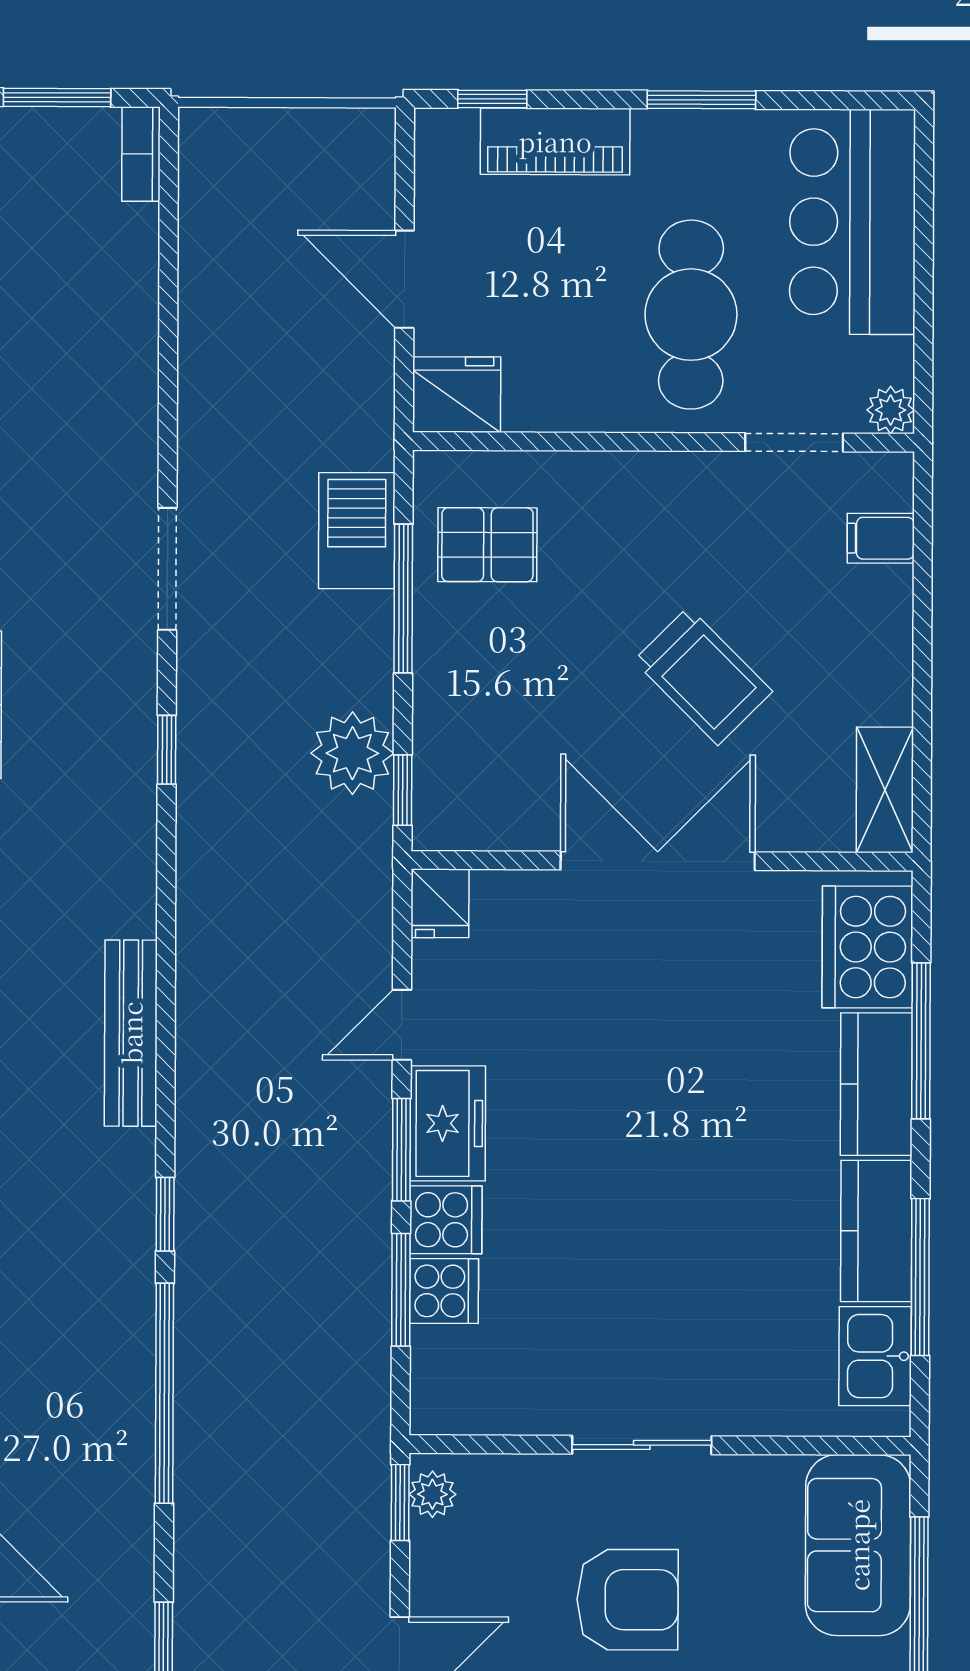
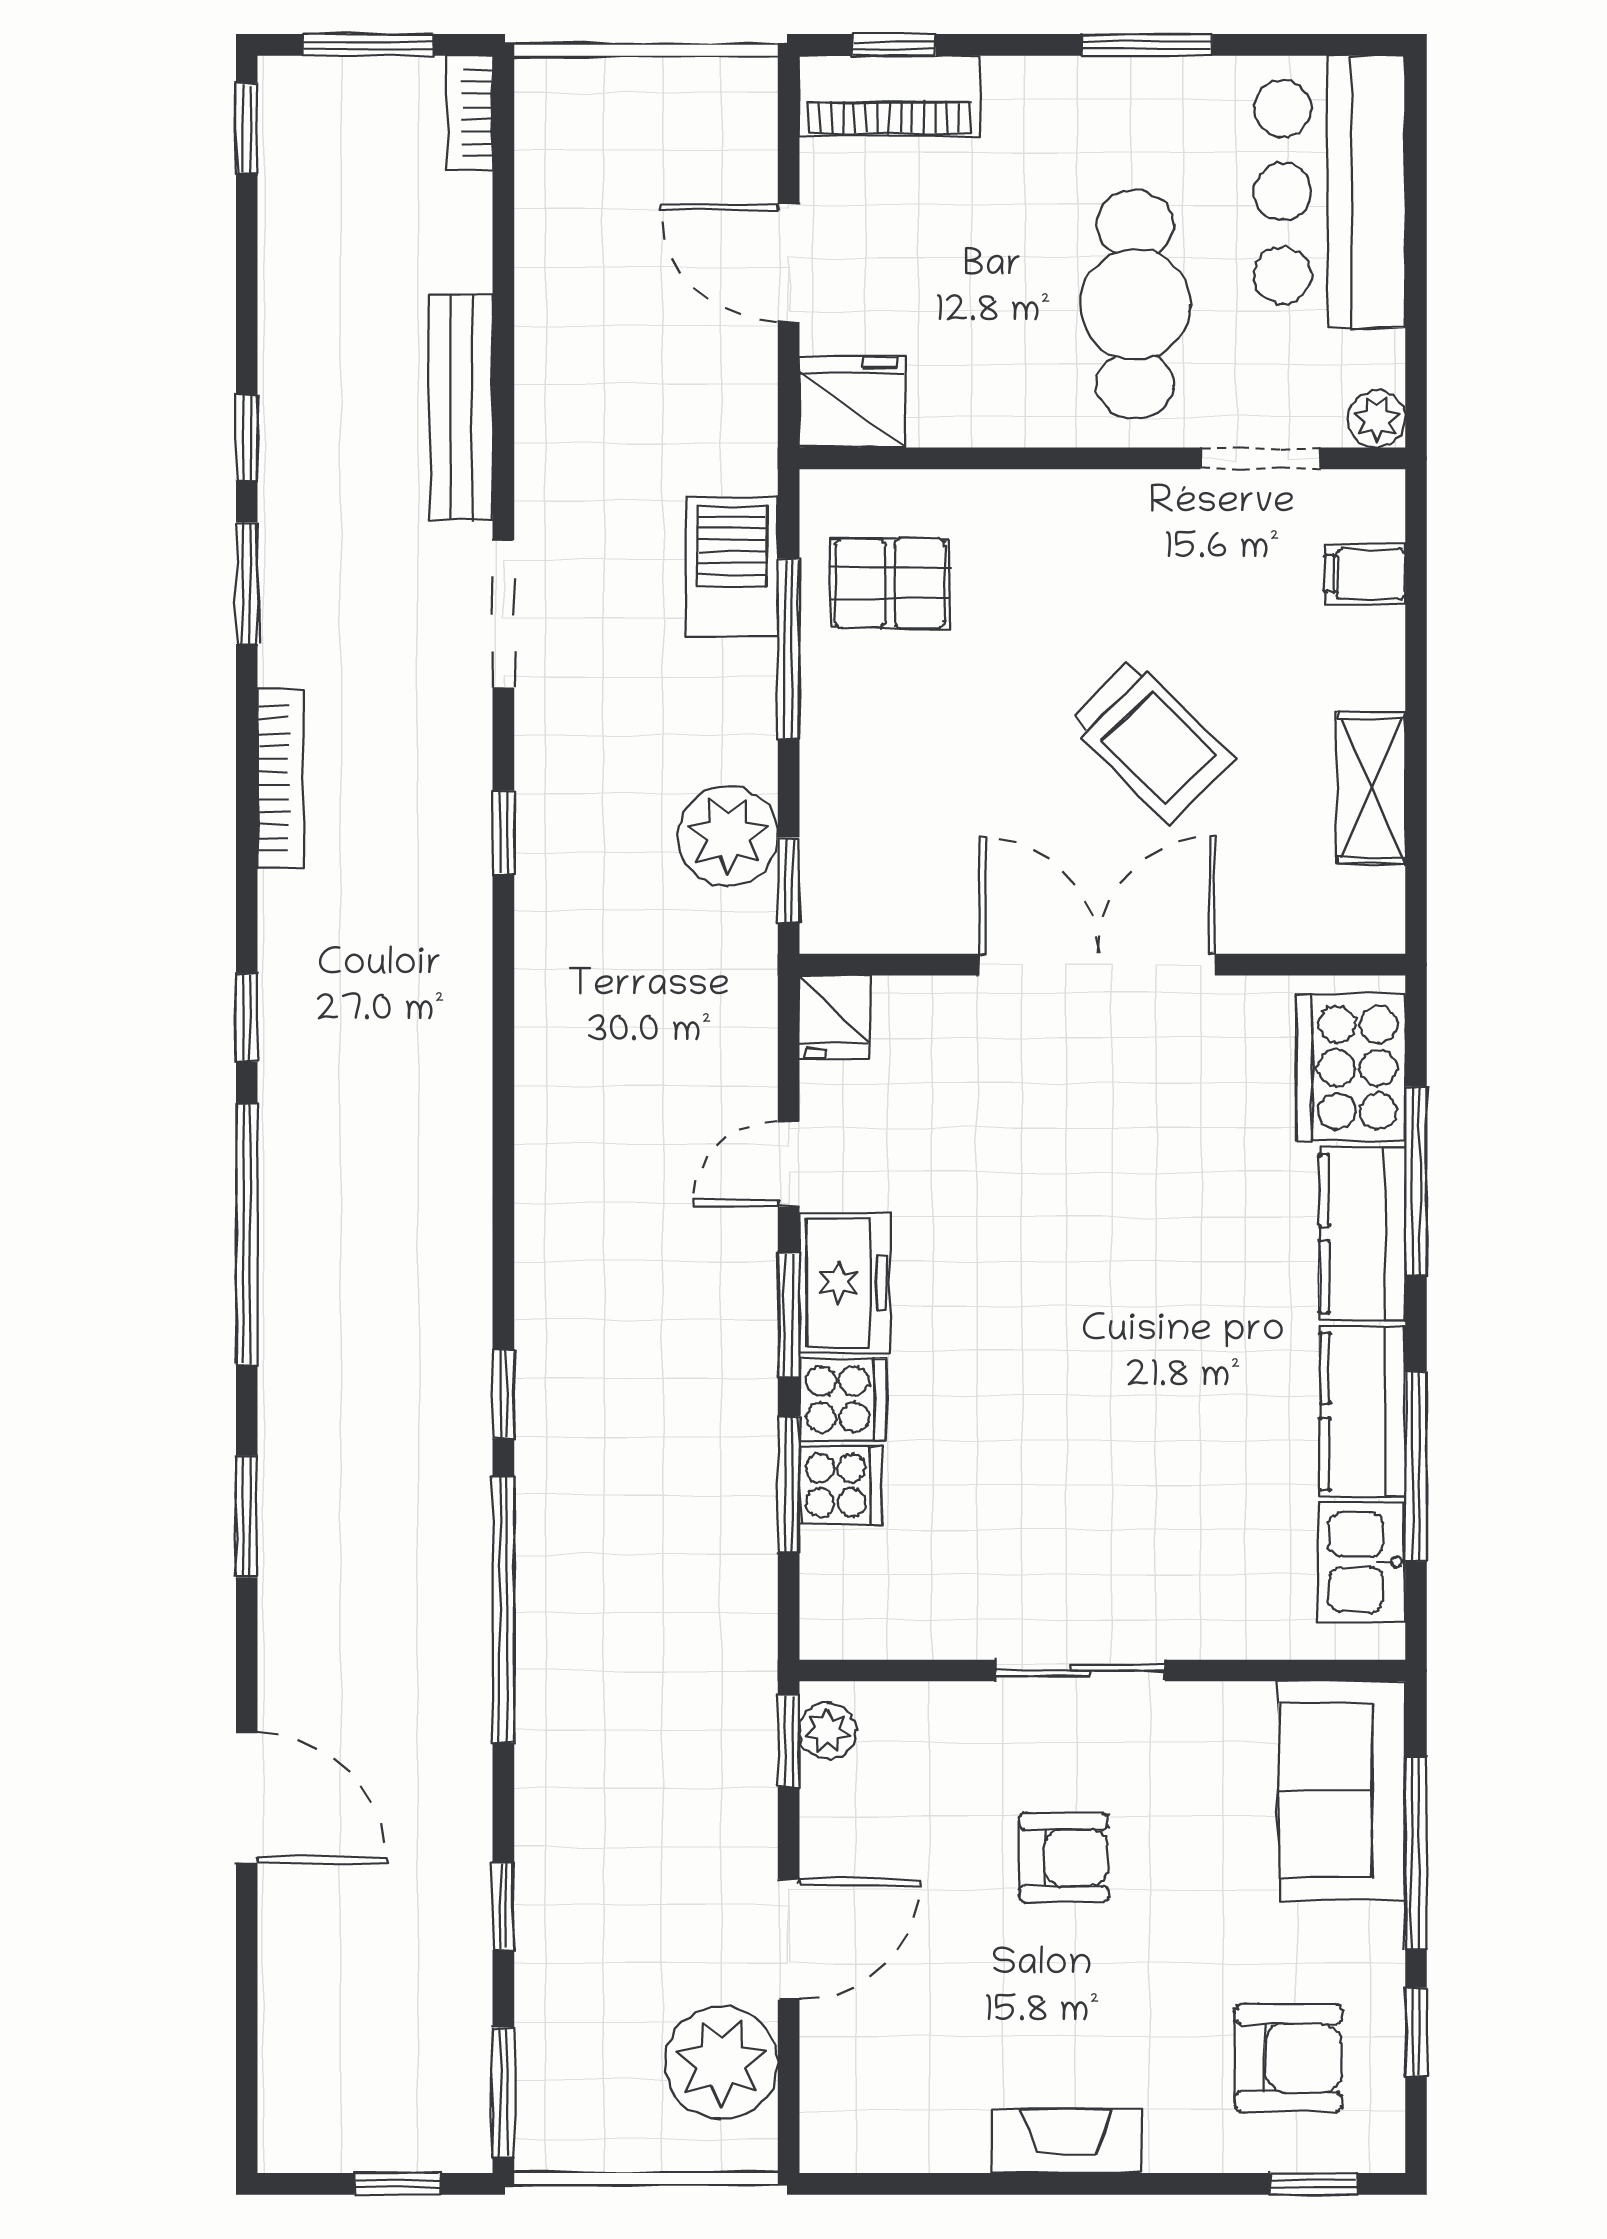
piano: (555, 141) -> (889, 96), moved
shelving: (885, 790) -> (1371, 788), moved
bench: (131, 1033) -> (461, 407), moved
armchair: (628, 1600) -> (1064, 1857), width x0.72, depth x0.72

